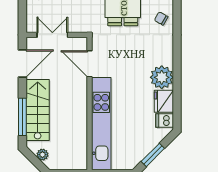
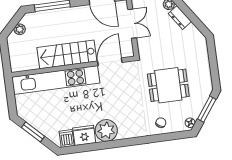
stairs: (38, 110) -> (67, 54), moved, turned 180

